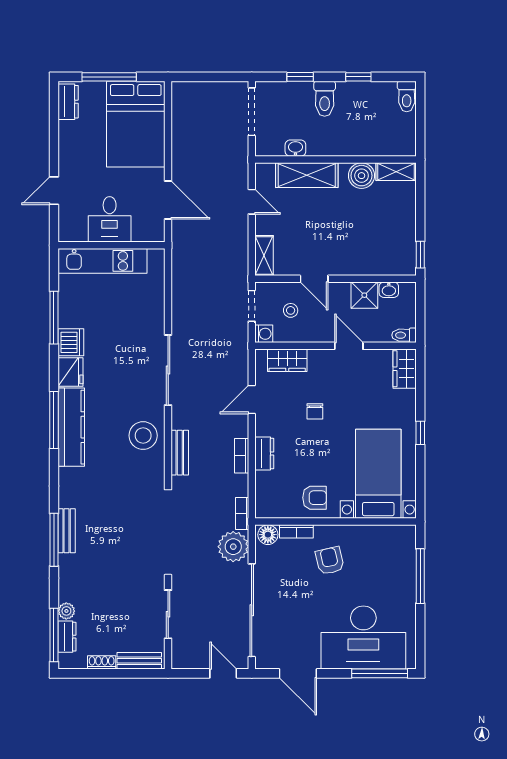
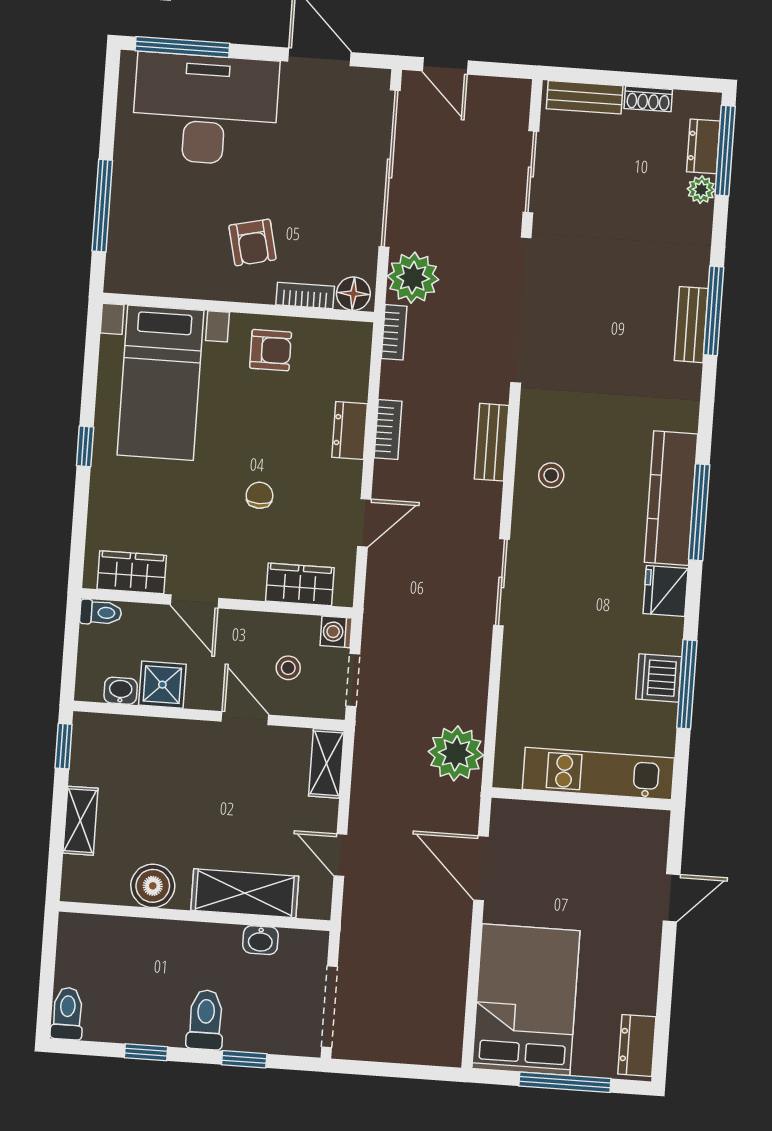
shelving: (396, 172) -> (80, 821), moved, turned 90
desk: (110, 219) -> (581, 843), removed
plant: (188, 267) -> (456, 753), added
dishwasher: (71, 342) -> (659, 678), moved
wardrobe: (405, 369) -> (132, 572), moved, turned -90
sliding door: (168, 370) -> (501, 582), width x0.73
stool: (143, 436) -> (551, 475), width x0.53, depth x0.53
armchair: (314, 498) -> (271, 350), turned 180

